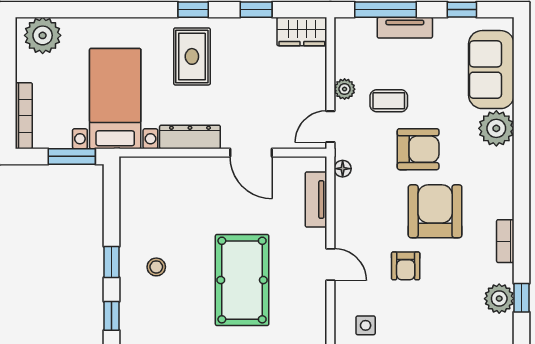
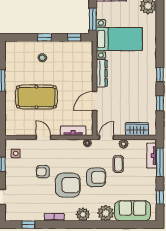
tv unit: (405, 28) -> (152, 156), moved
wardrobe: (302, 32) -> (137, 129), moved, turned 90
rug: (192, 56) -> (138, 74), removed
door: (330, 127) -> (106, 137), hinge flipped
armchair: (418, 149) -> (96, 177), turned -90
door: (330, 265) -> (43, 137), swing flipped
plant: (499, 299) -> (83, 214), moved
window: (111, 316) -> (74, 37), moved

